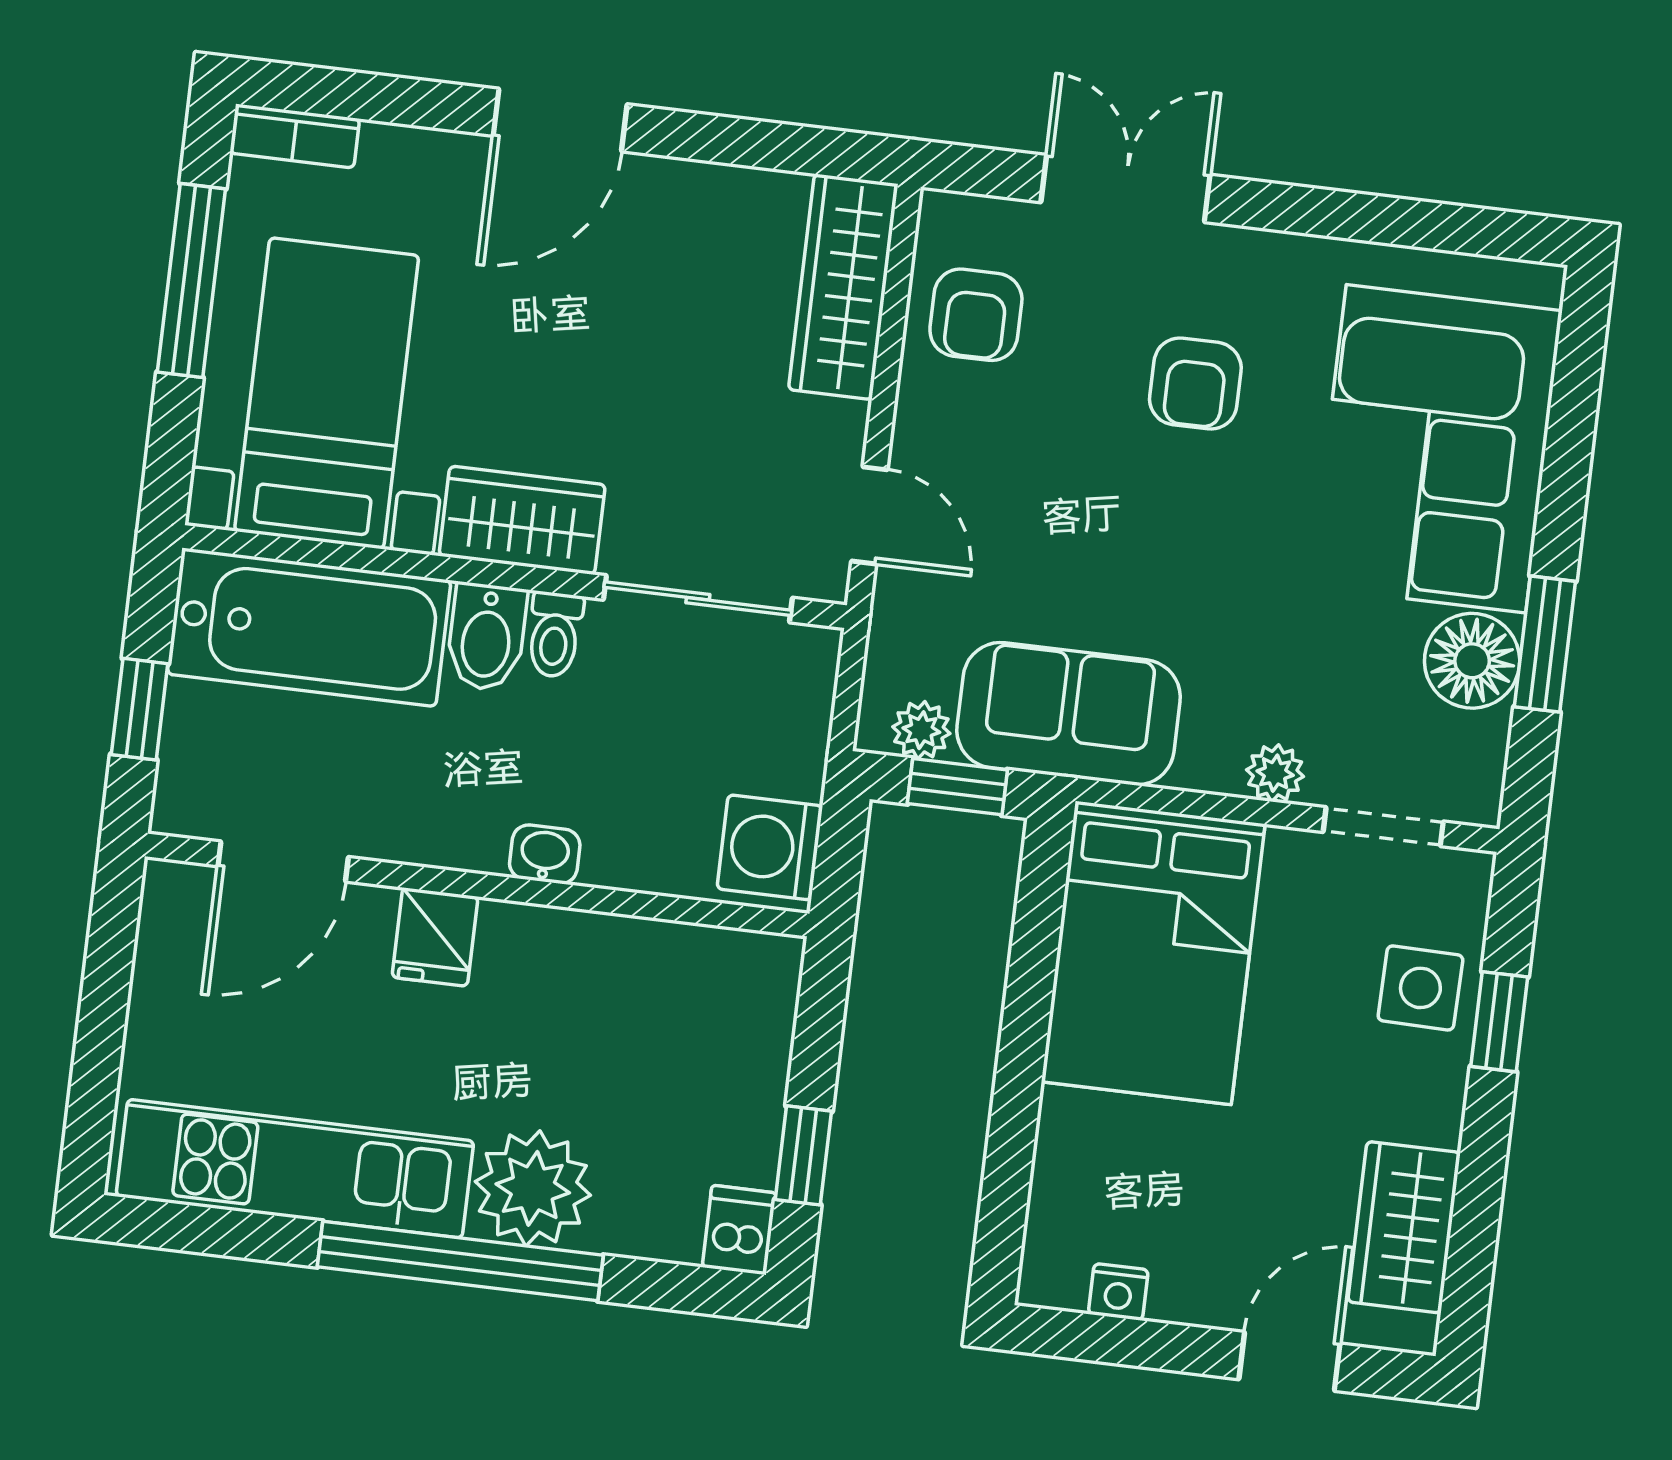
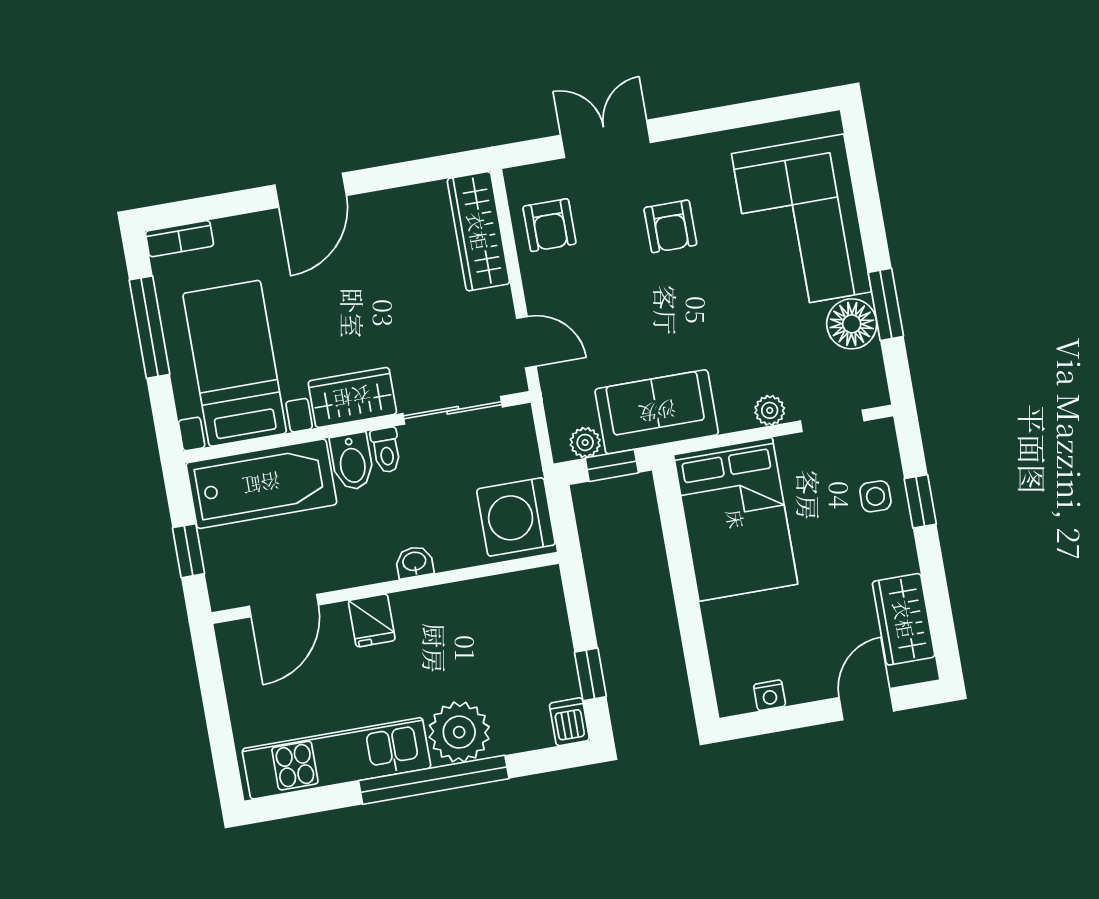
washing machine: (770, 847) -> (516, 517), width x1.37, depth x1.37
side table: (1420, 988) -> (875, 496), width x0.73, depth x0.73

